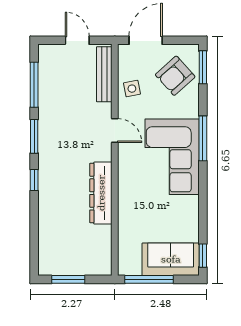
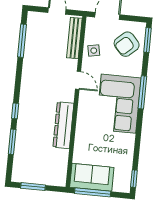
window: (34, 136) -> (12, 142), moved
sofa: (171, 259) -> (92, 177), moved

